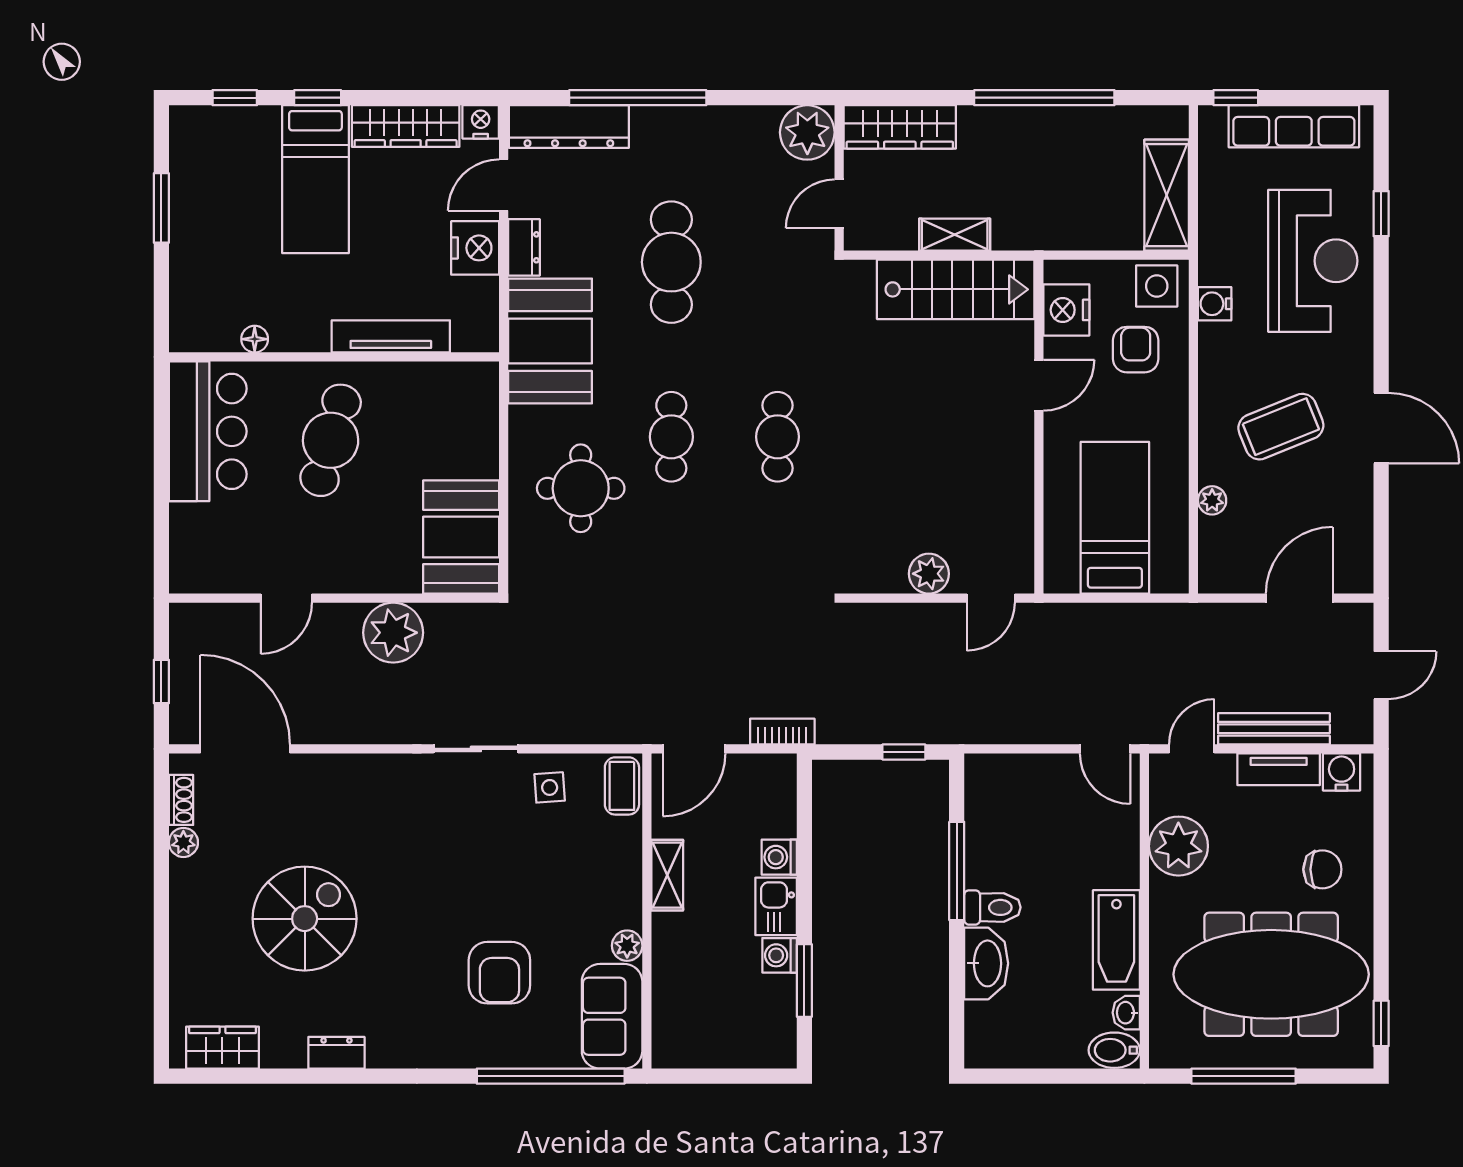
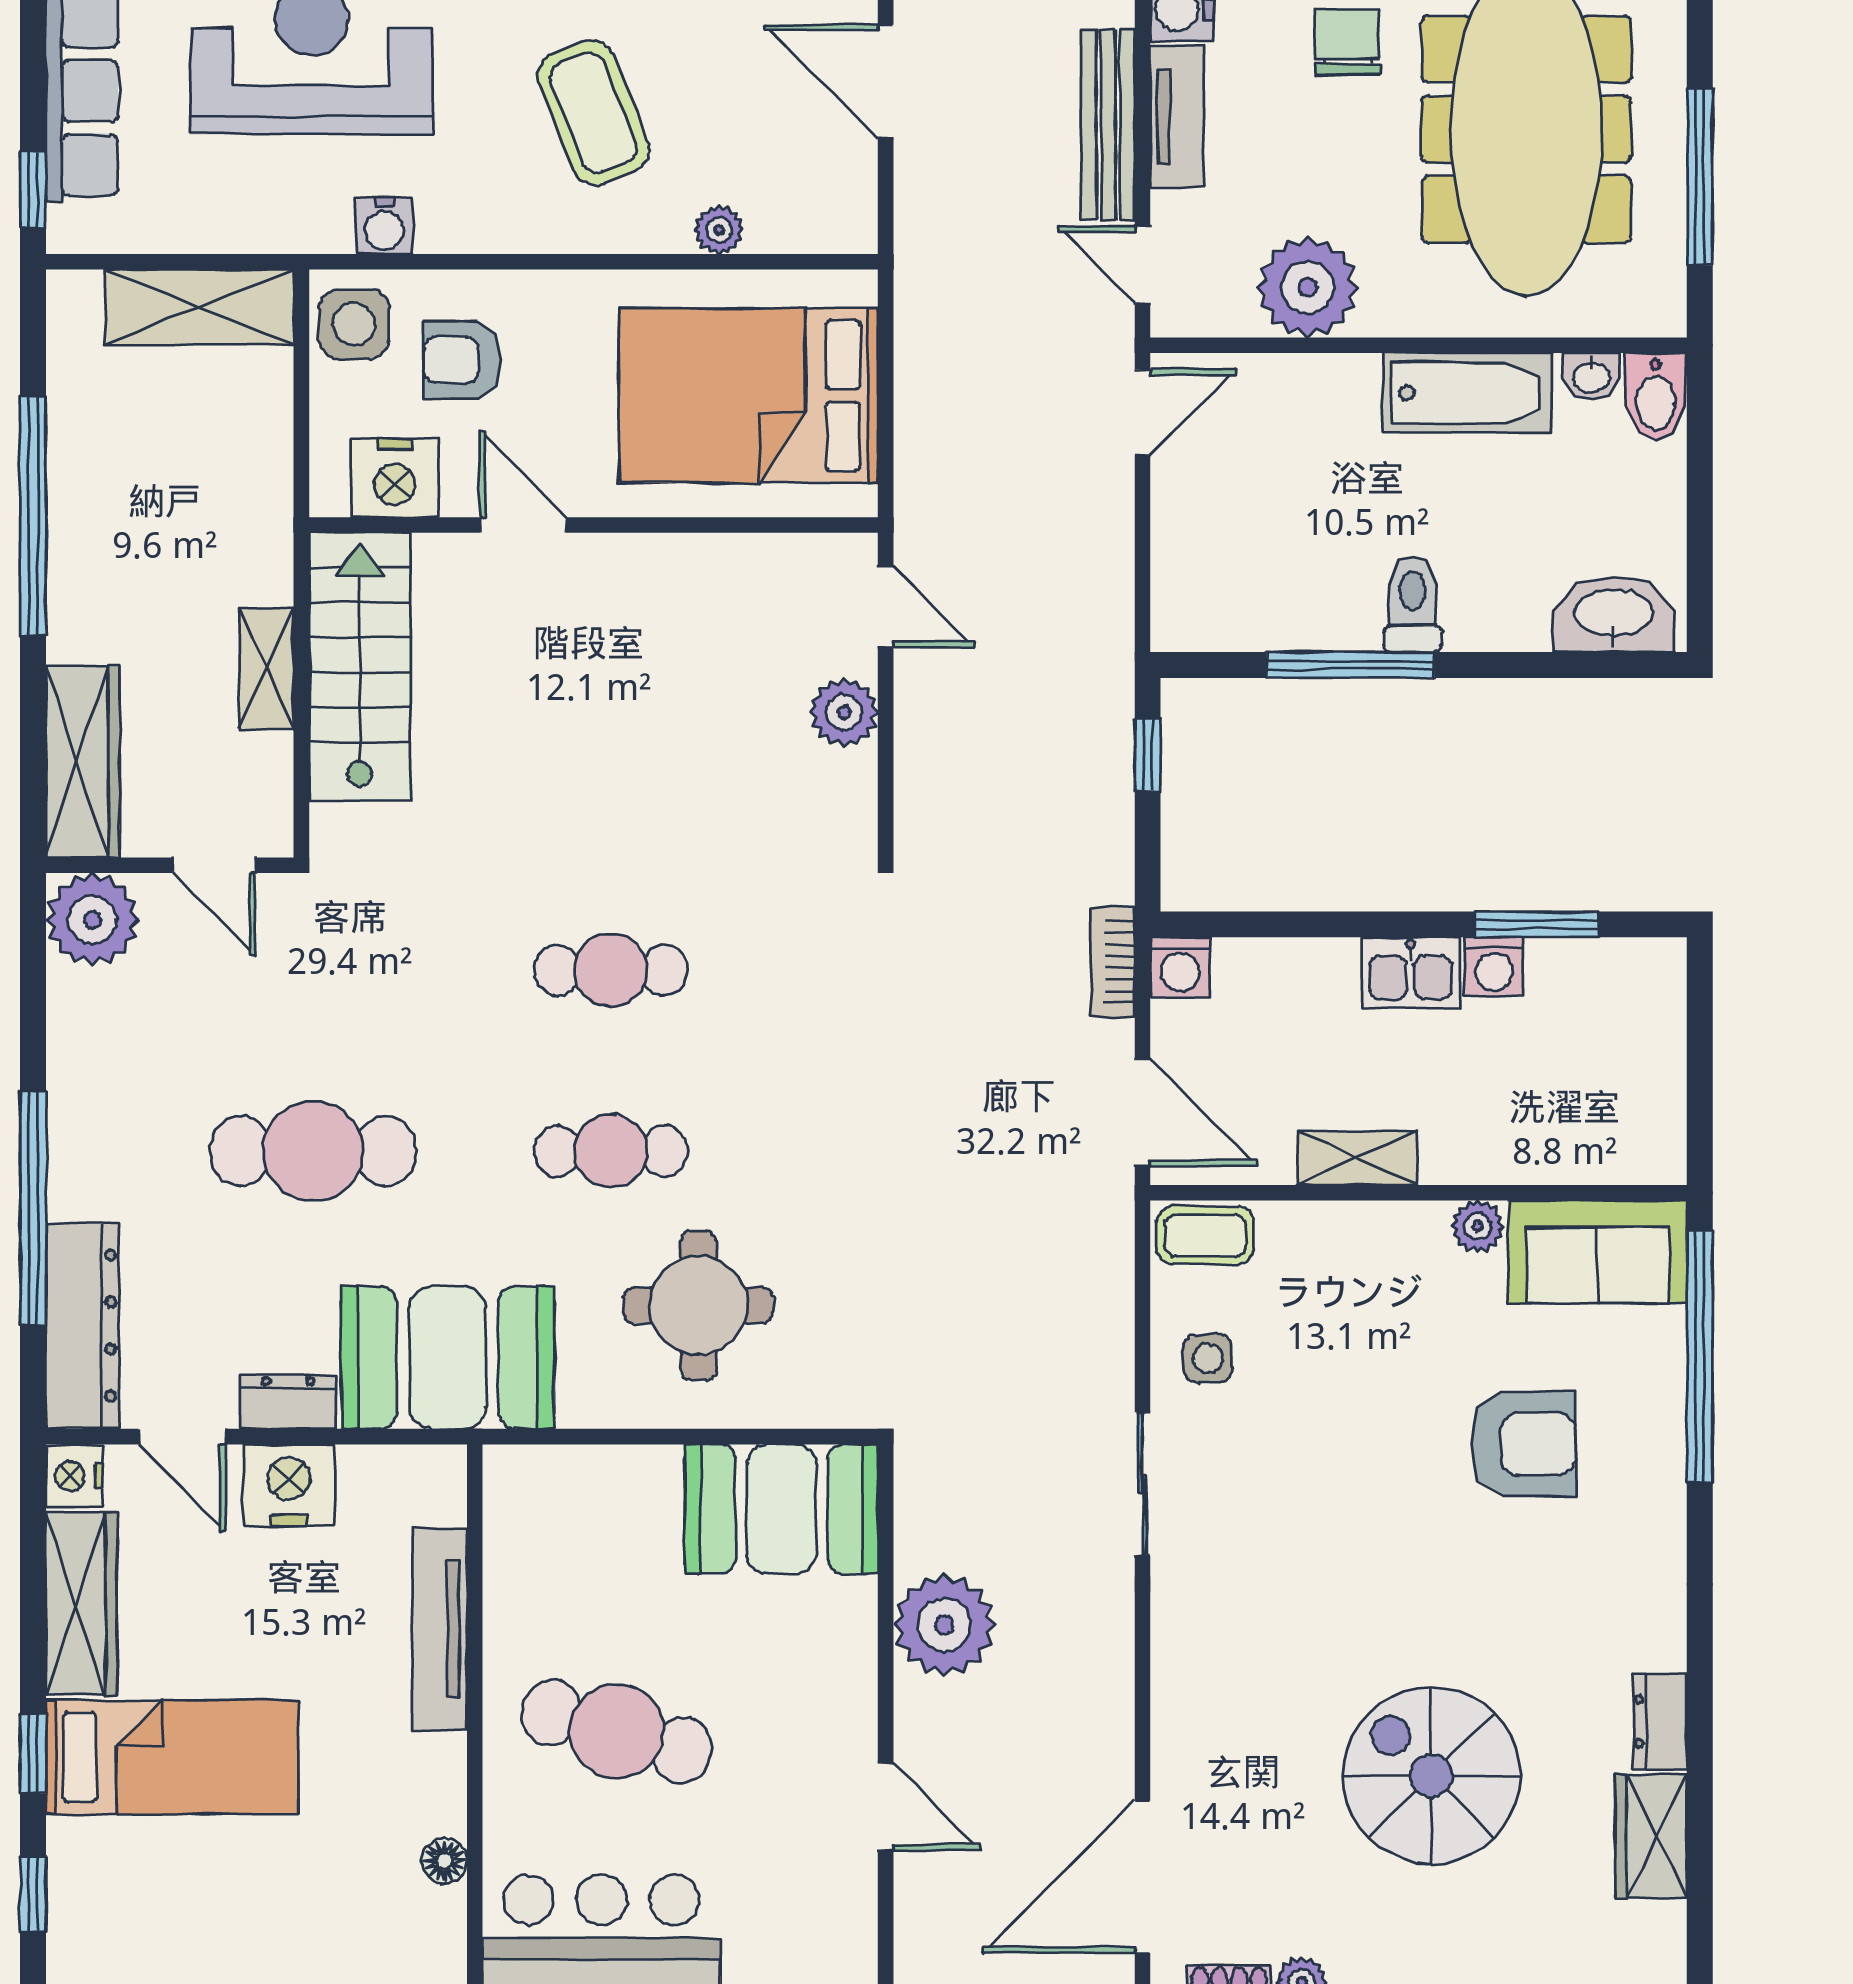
bed: (1115, 518) -> (749, 396), width x1.50
washing machine: (779, 857) -> (1180, 967), moved
washbasin: (986, 963) -> (1614, 615), moved
wardrobe: (222, 1048) -> (1651, 1836), moved

